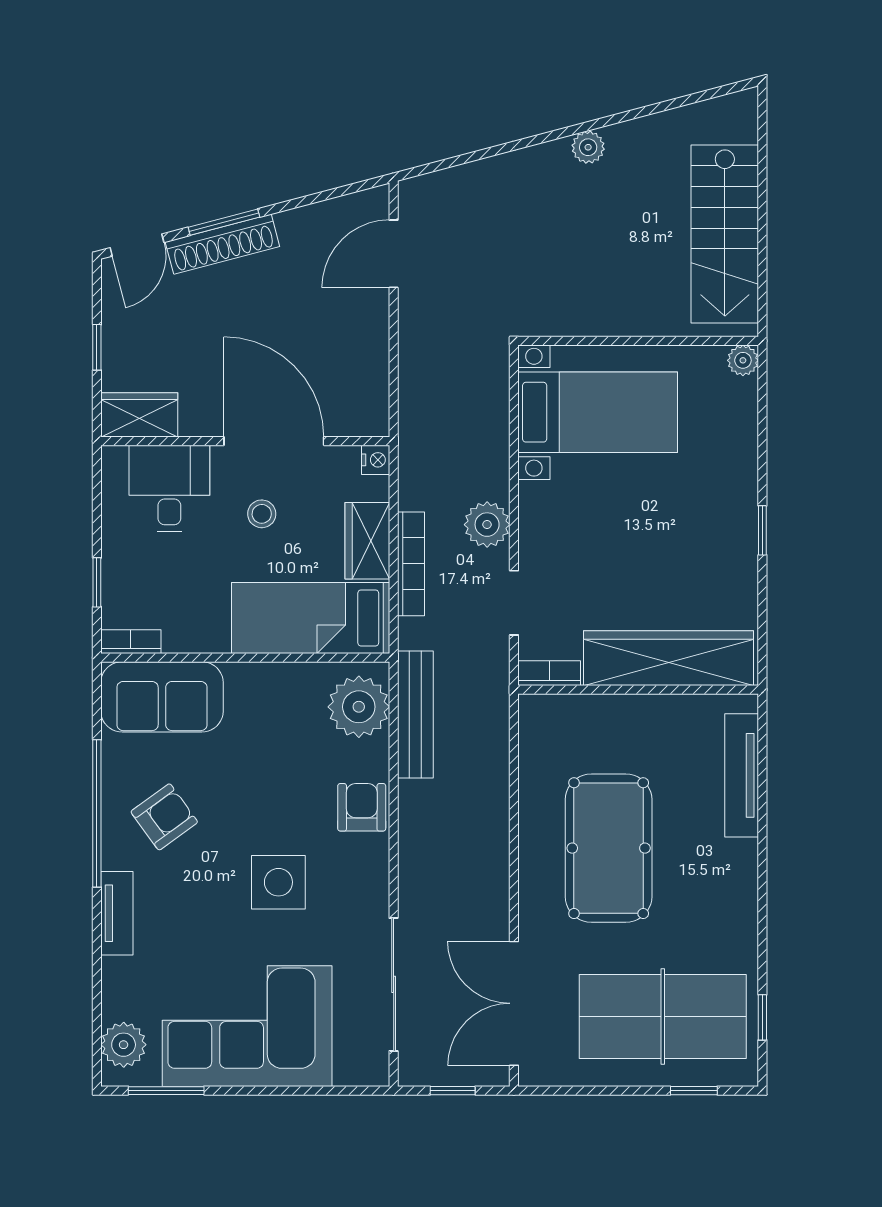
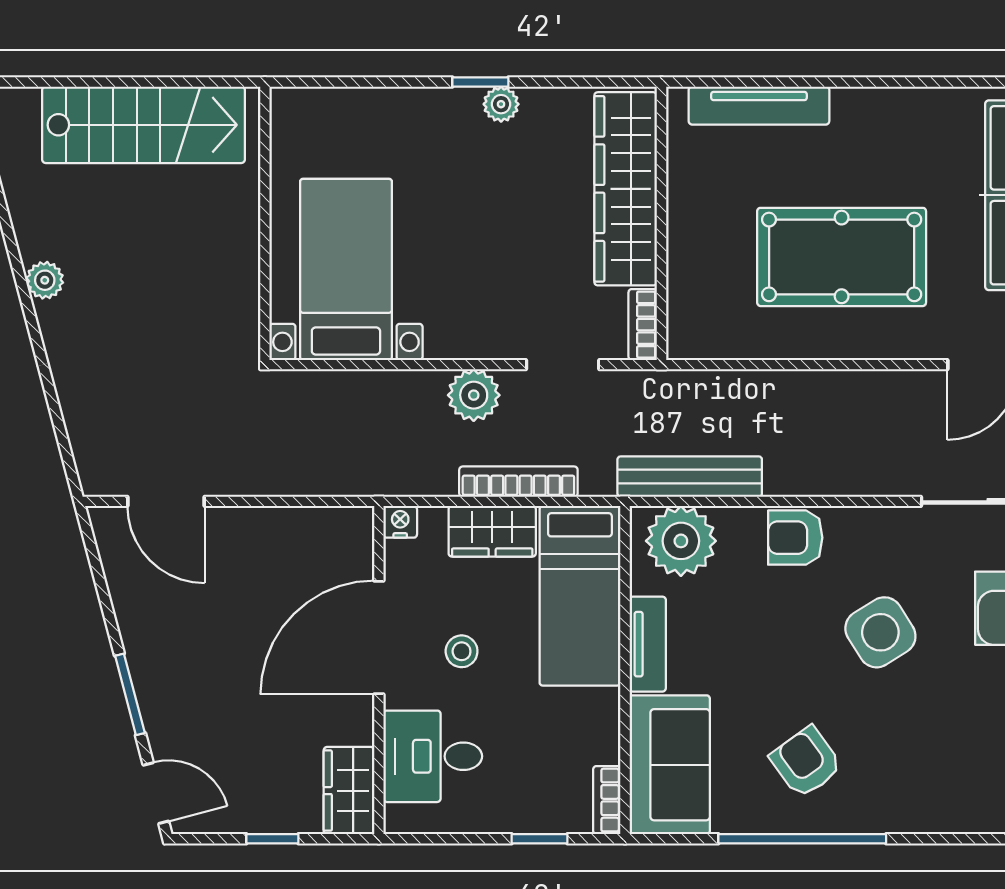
shoe rack: (222, 244) -> (155, 696), removed
plant: (743, 360) -> (501, 104), moved
side table: (278, 882) -> (880, 632), turned -32
tv unit: (117, 913) -> (648, 644), moved, turned 90

